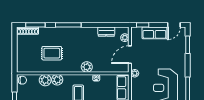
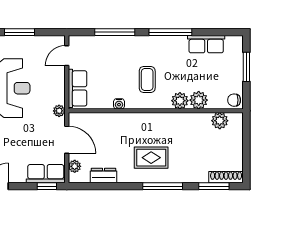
row of seats: (154, 33) -> (46, 174), moved
rug: (52, 53) -> (151, 158), moved
door: (130, 55) -> (67, 140), hinge flipped
plant: (87, 67) -> (220, 121), moved

